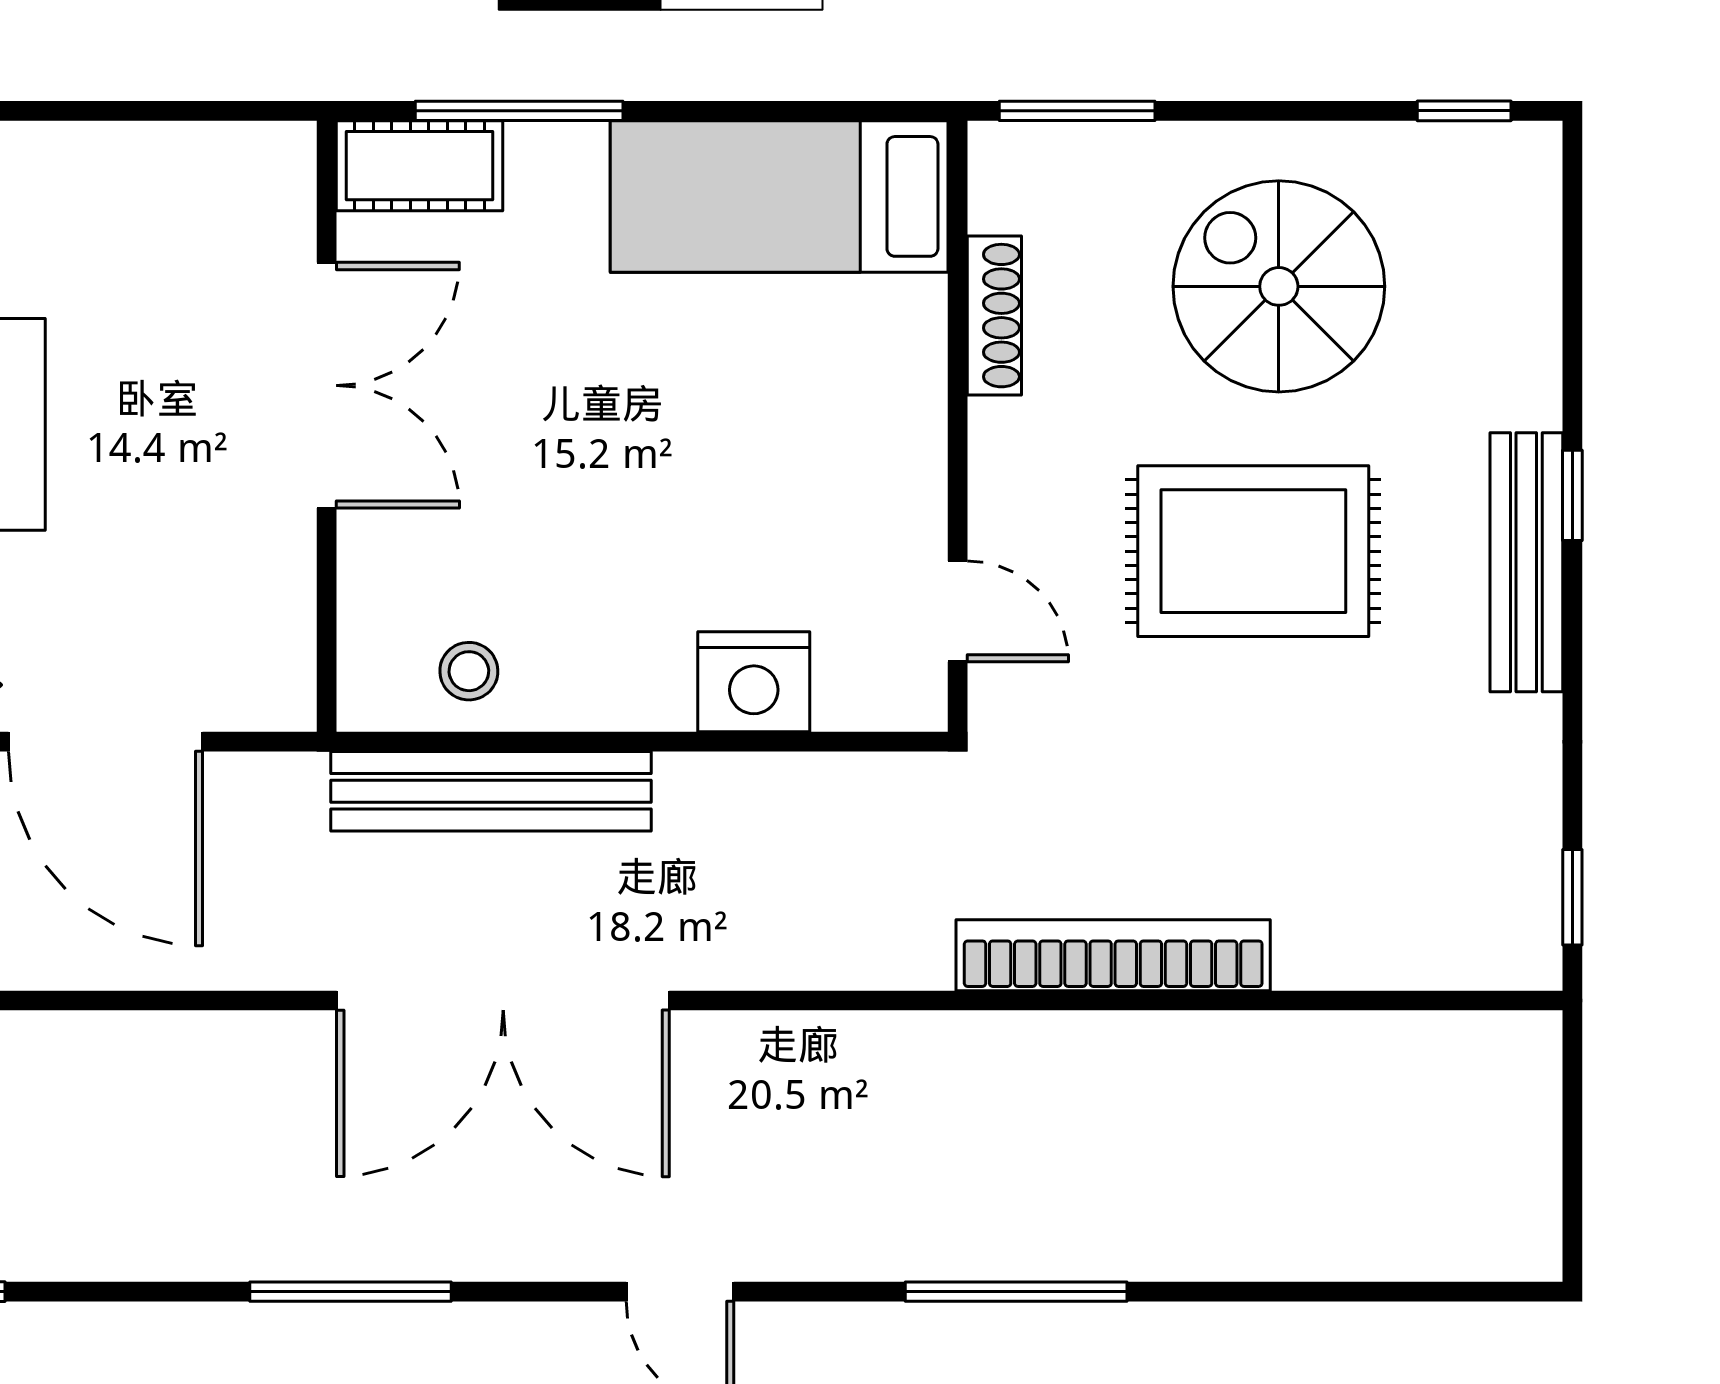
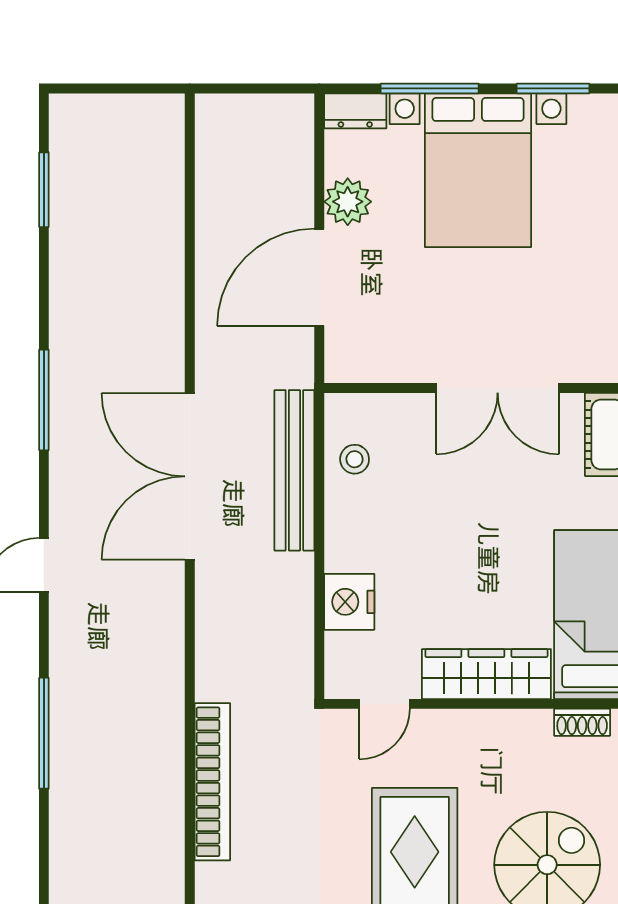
shoe rack: (994, 316) -> (582, 722), moved, width x0.70
wardrobe: (898, 408) -> (486, 674), added

